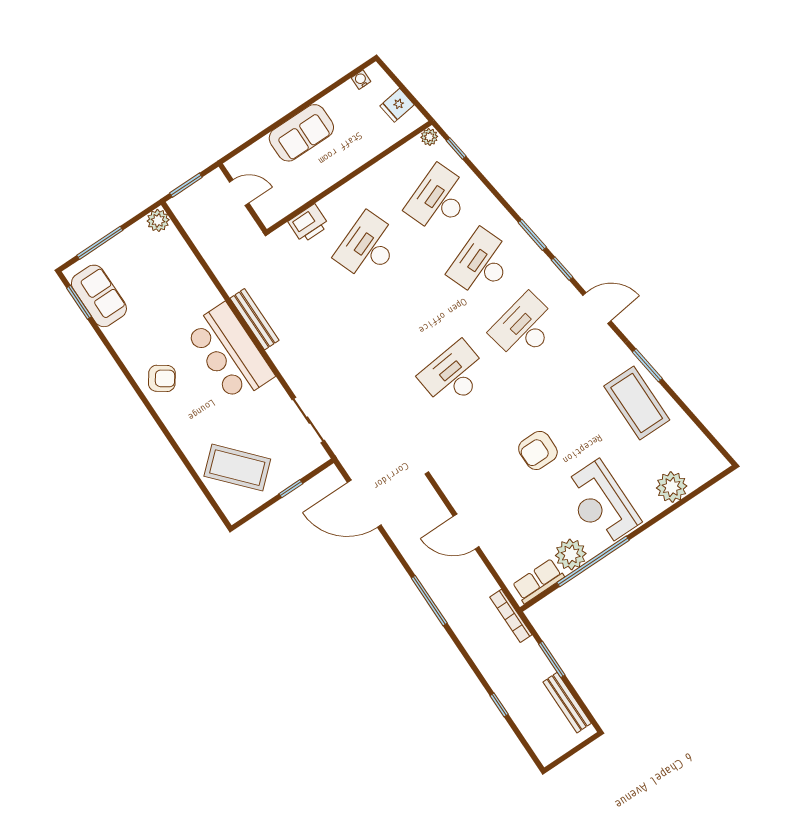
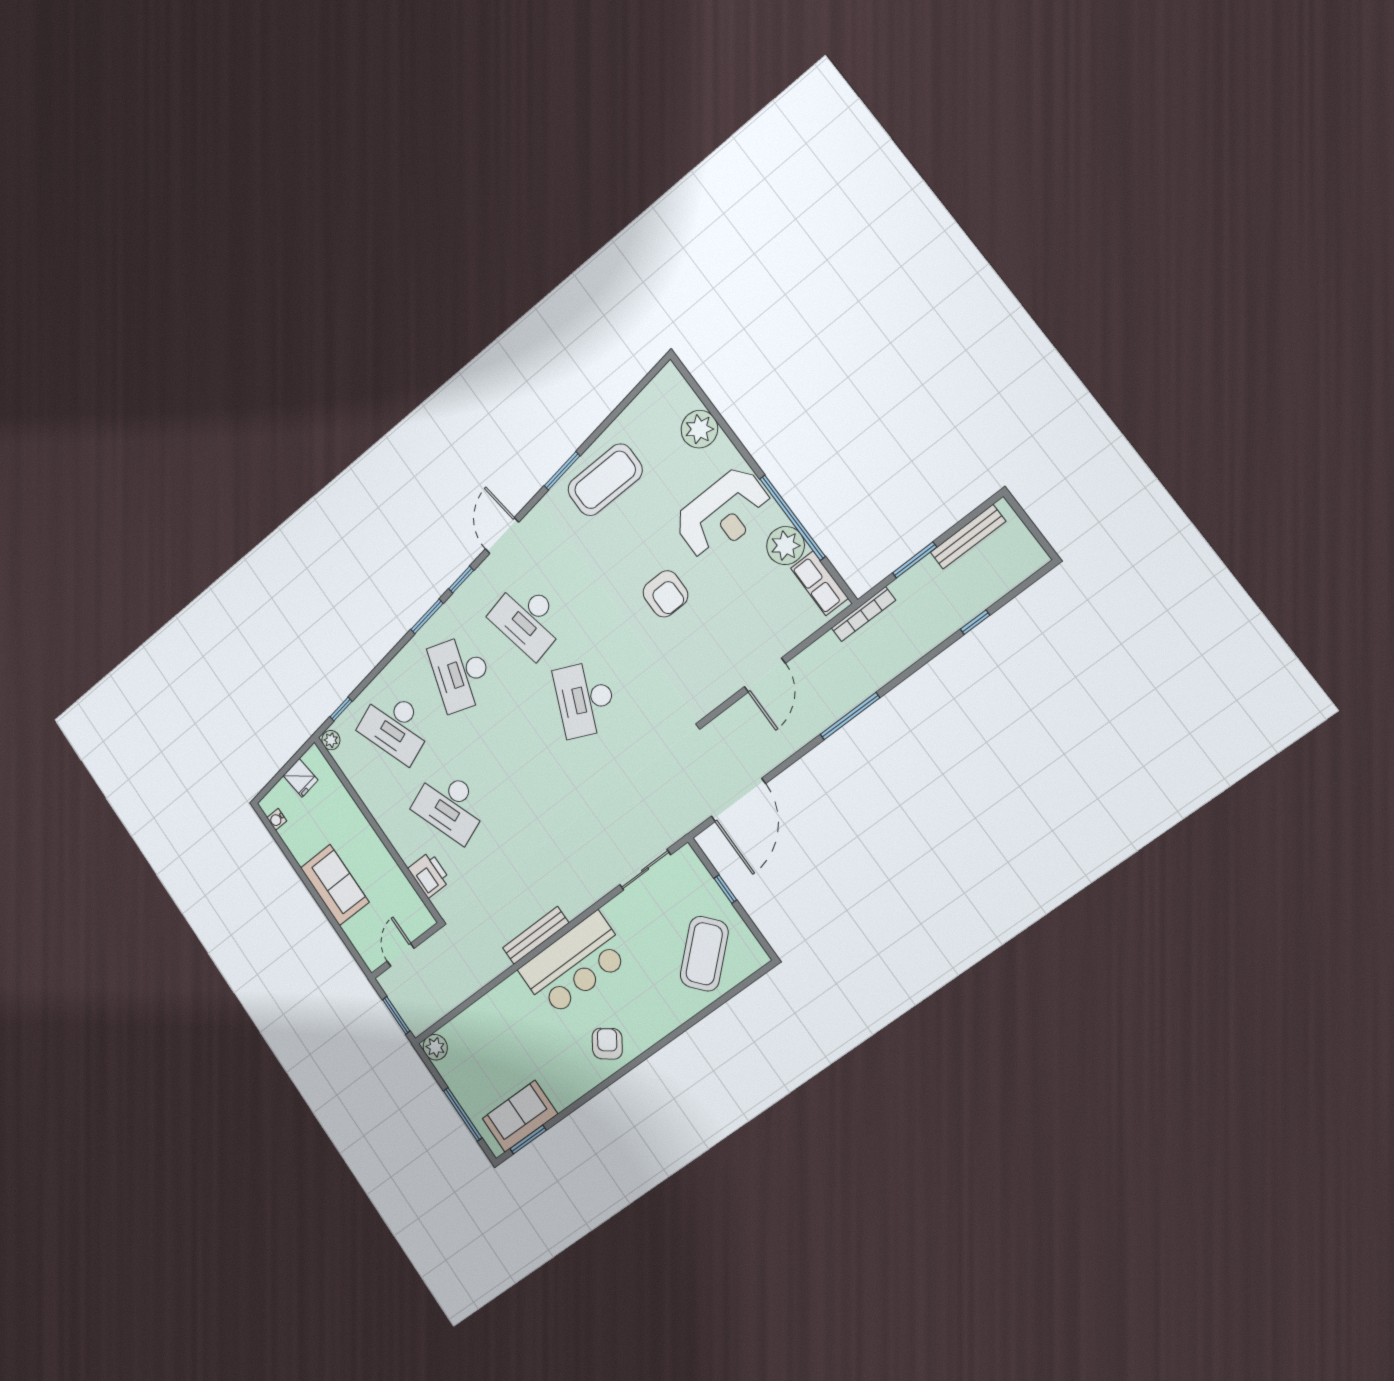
desk: (482, 264) -> (461, 673), turned 39
desk: (454, 375) -> (585, 699), turned 30

